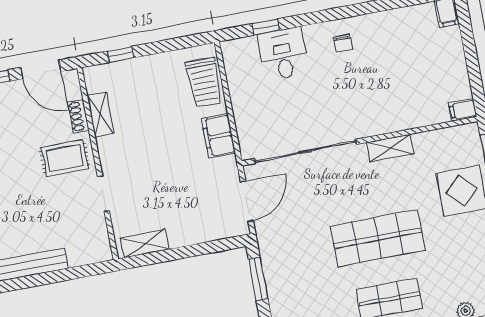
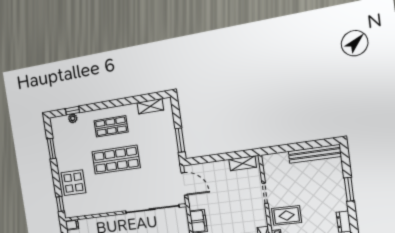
shelving: (390, 148) -> (108, 208), removed
door: (247, 201) -> (184, 184), swing flipped

